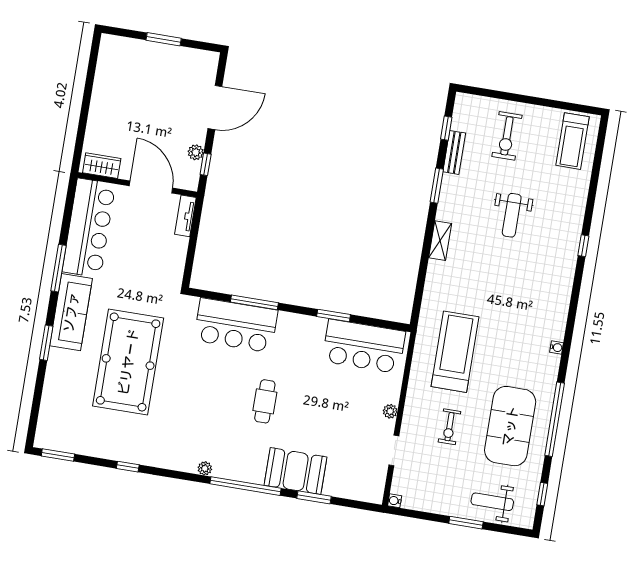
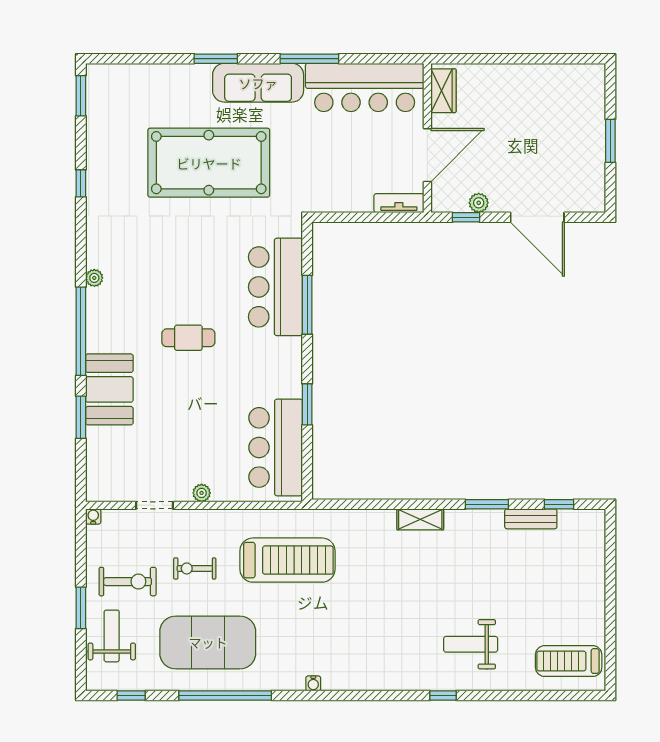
exercise bike: (507, 136) -> (128, 582), moved, turned 180
weight bench: (512, 215) -> (471, 644), moved

